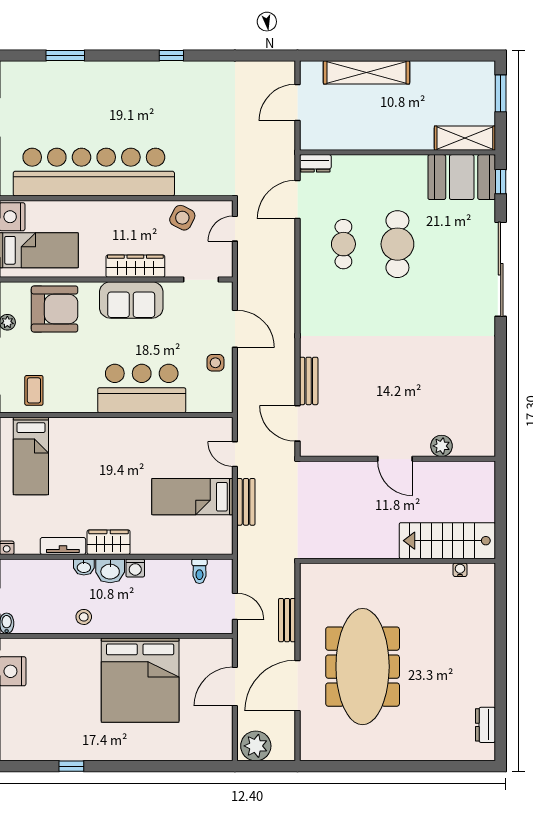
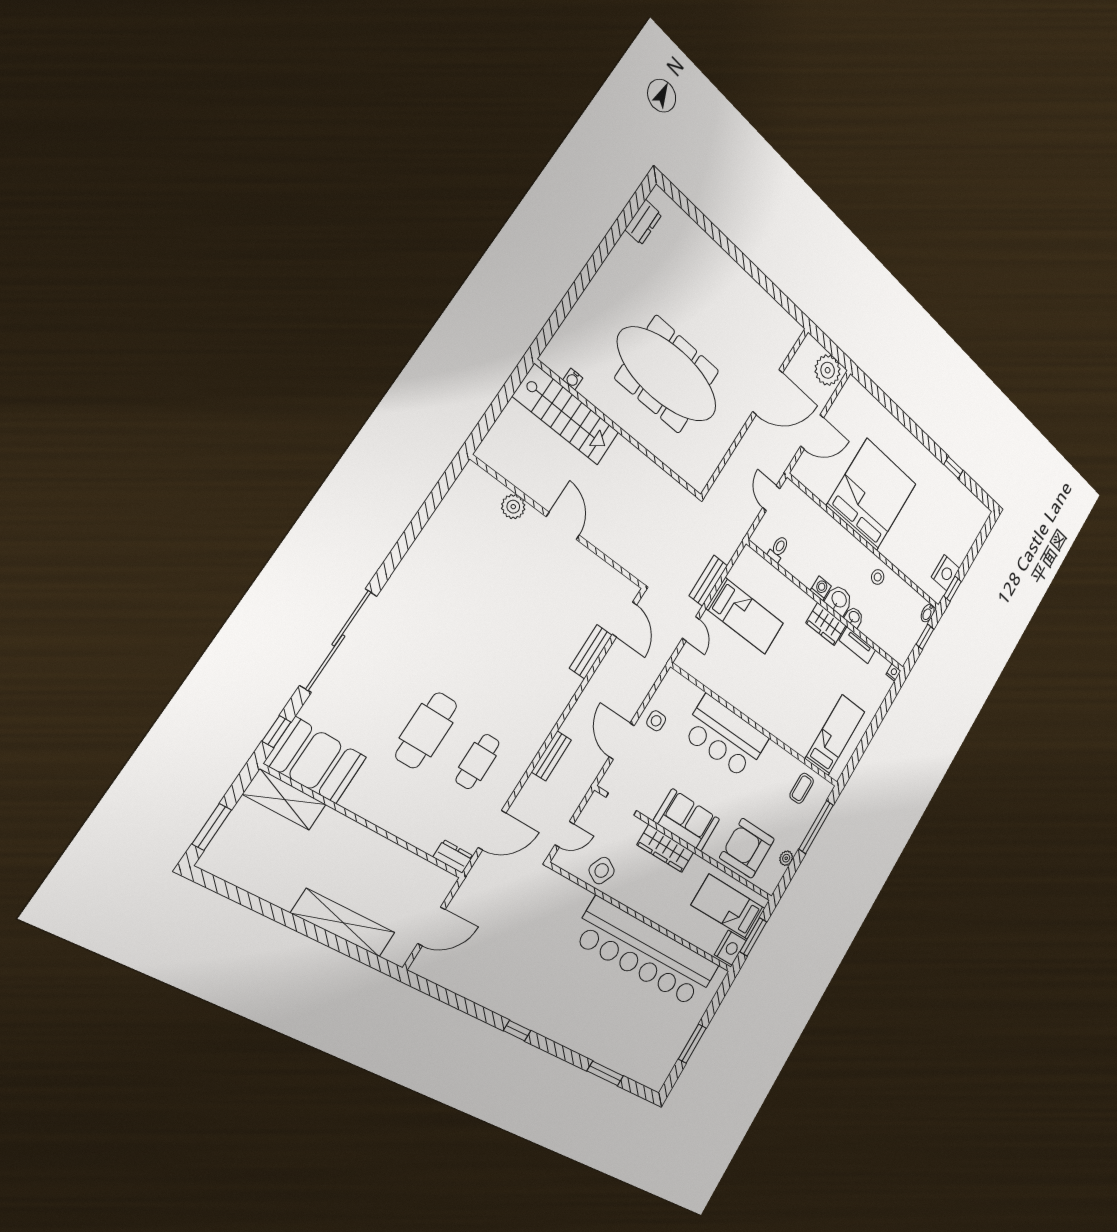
bench: (287, 620) -> (551, 756), moved
meeting table: (363, 667) -> (668, 375), moved, turned 90

